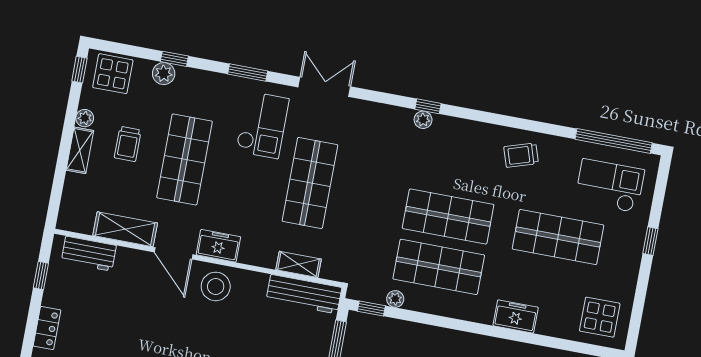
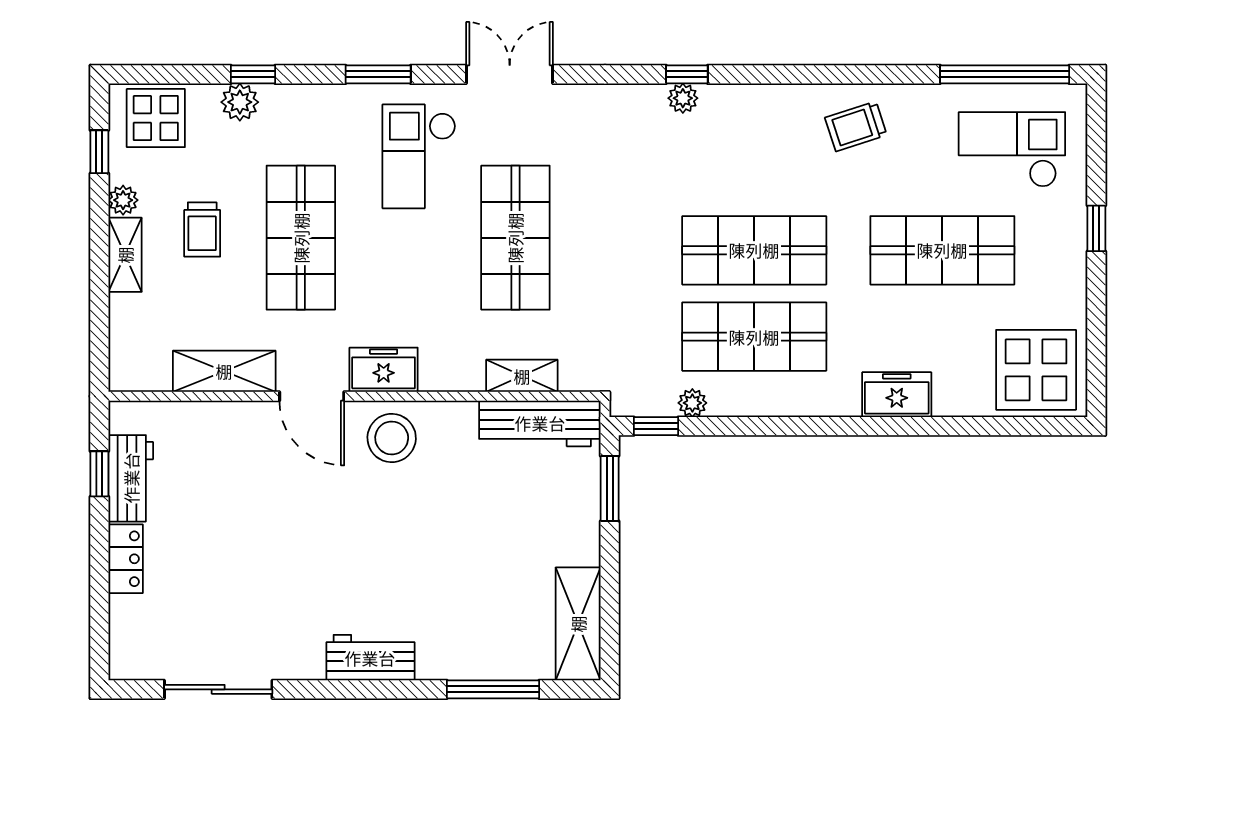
window: (79, 70) -> (99, 152), moved
checkout: (262, 125) -> (419, 156), turned 180
workbench: (89, 254) -> (131, 478), moved, turned -90
display table: (600, 317) -> (1036, 370), width x1.36, depth x1.36

